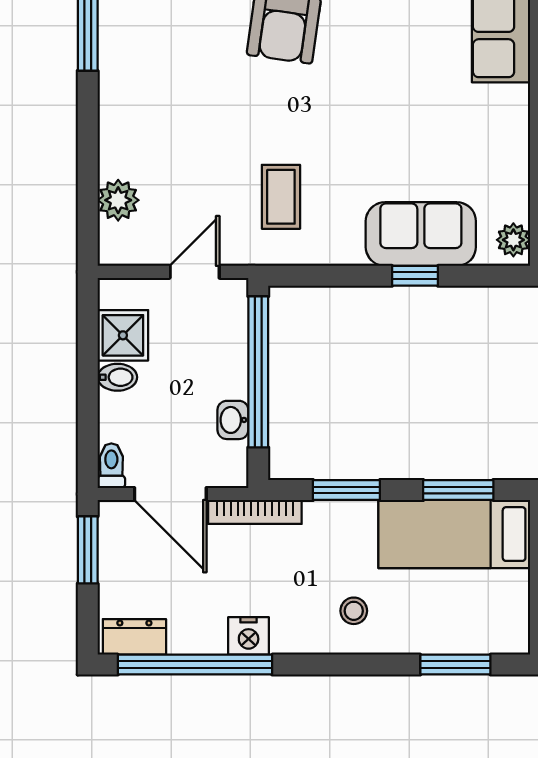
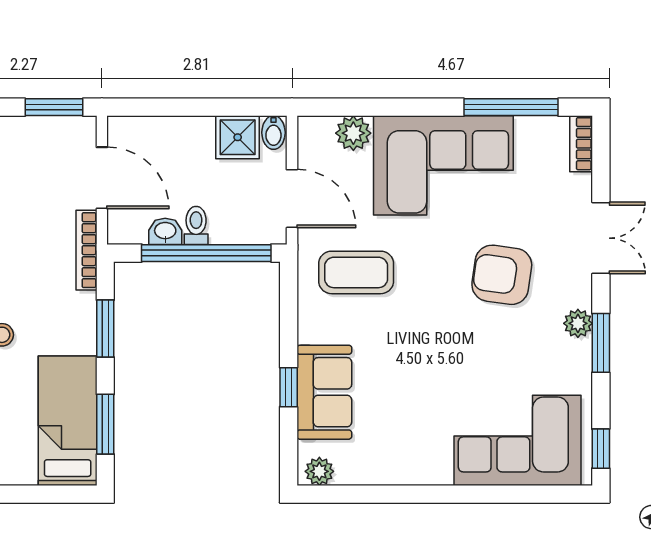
corner sofa: (156, 95) -> (443, 165), added
coffee table: (281, 197) -> (356, 272), width x1.36, depth x1.30
door: (195, 272) -> (292, 199), width x1.38
bidet: (117, 377) -> (273, 133), moved
toilet: (111, 466) -> (196, 225), moved, turned -90
door: (170, 494) -> (102, 178), swing flipped

